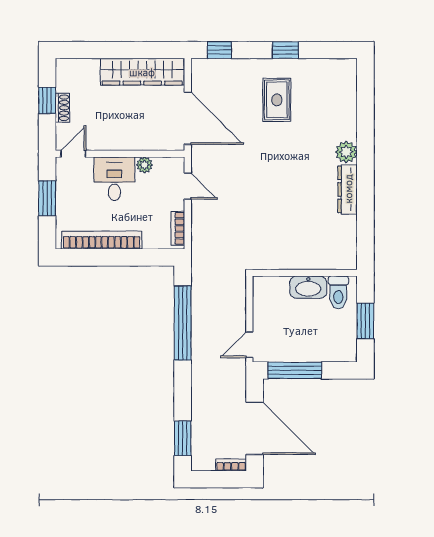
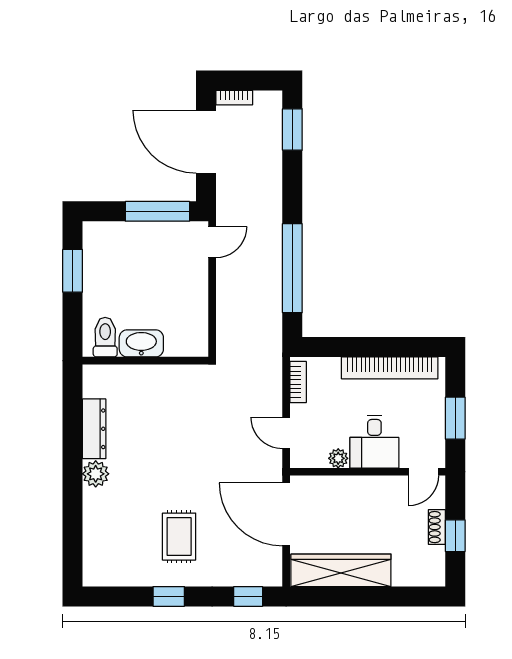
wall: (305, 273) -> (145, 361), moved
washbasin: (308, 287) -> (141, 343), moved
toilet: (338, 292) -> (105, 337), moved

